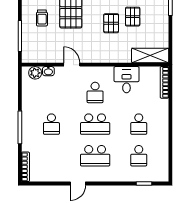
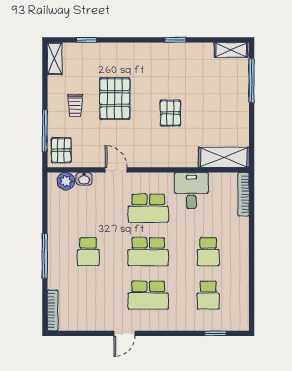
pallet: (133, 17) -> (61, 150), moved
school desk: (95, 92) -> (148, 208), width x1.85

